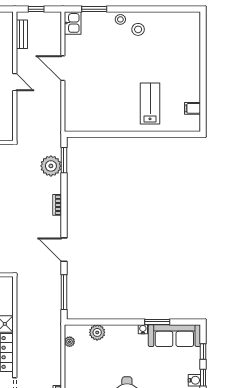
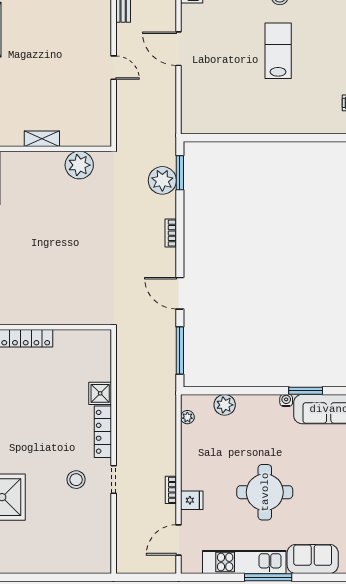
lab bench: (150, 104) -> (278, 51), moved

